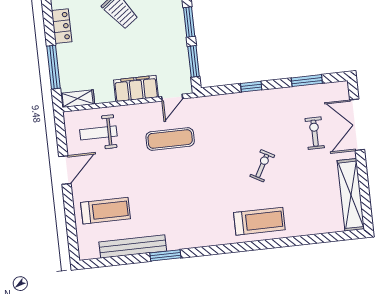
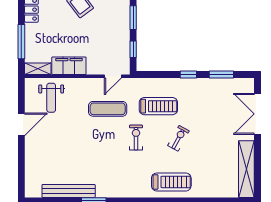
window: (194, 61) -> (133, 49), width x0.67
window: (251, 87) -> (188, 74), moved
filing cabinet: (136, 88) -> (69, 66), moved
weight bench: (98, 133) -> (51, 98), turned -90
exercise bike: (315, 133) -> (136, 137), moved
treadmill: (106, 211) -> (158, 106), moved

